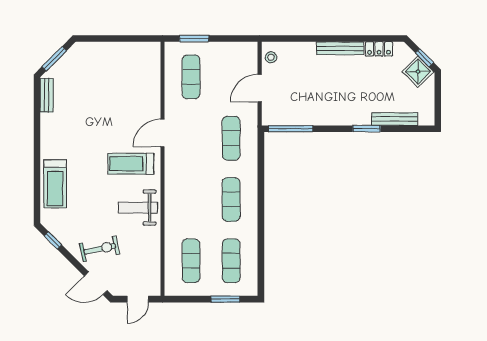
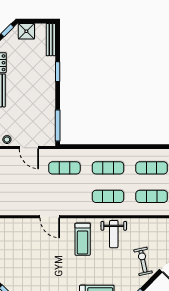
shower: (418, 72) -> (26, 31), moved, turned 45
exercise mat: (191, 77) -> (108, 196), moved
bench: (395, 119) -> (51, 40), moved
door: (162, 133) -> (50, 217), moved

